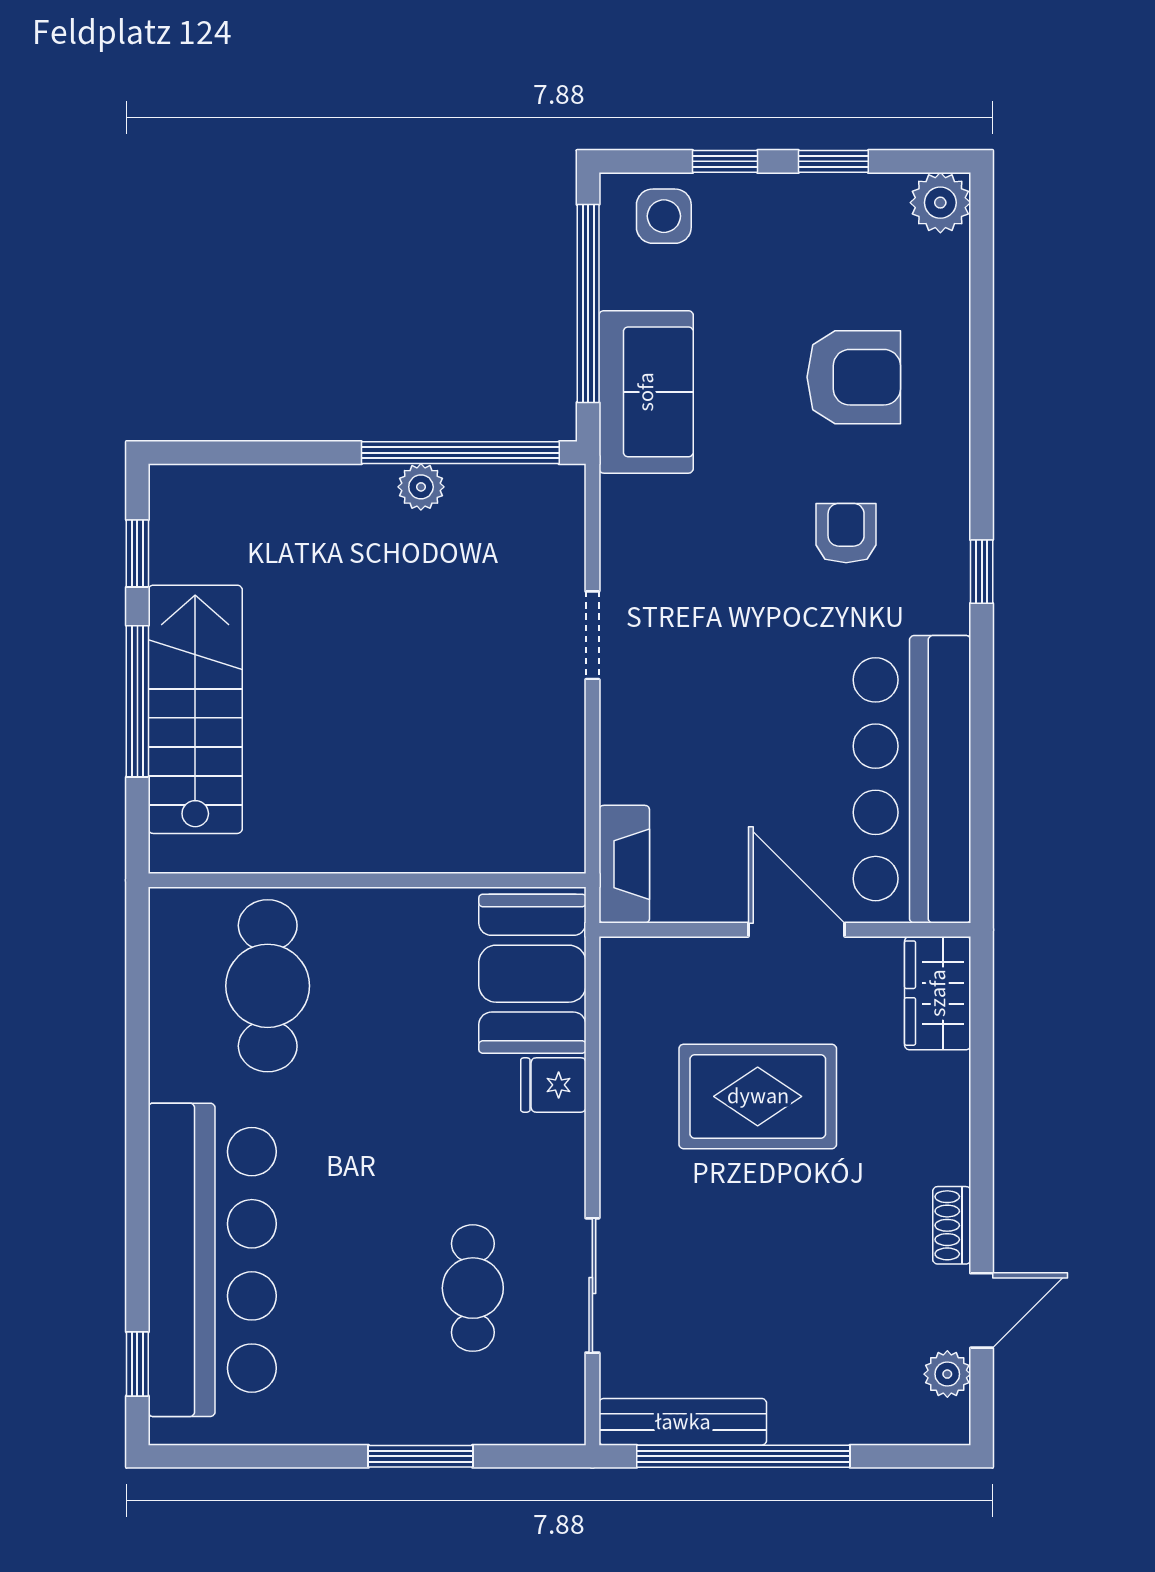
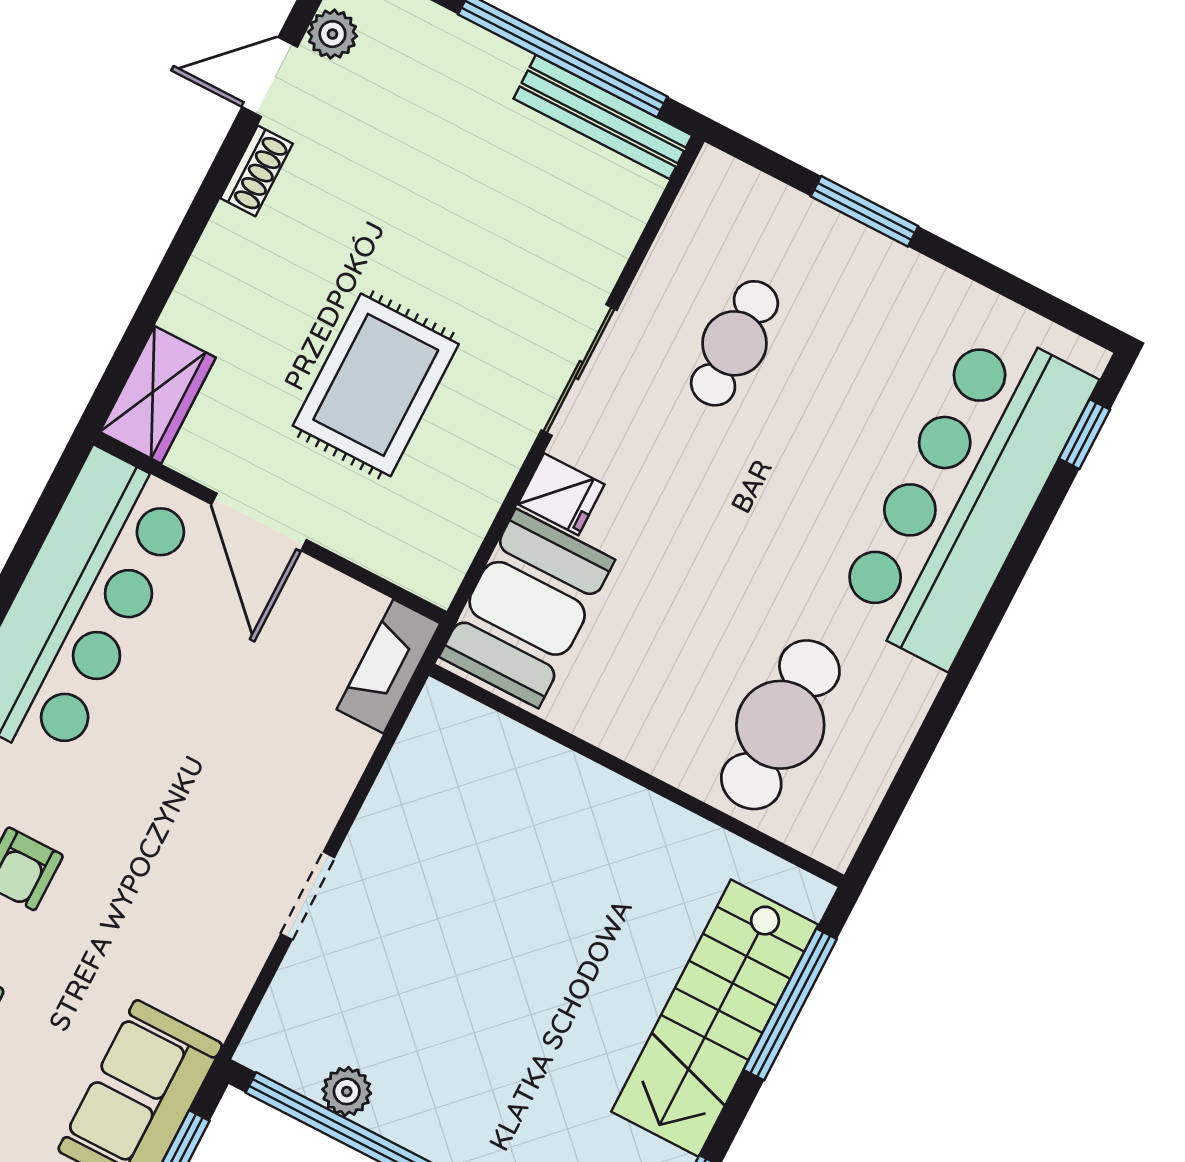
plant: (421, 487) -> (347, 1091), moved
window: (137, 701) -> (790, 1004), moved
rug: (758, 1096) -> (376, 385), turned 90
sliding door: (592, 1285) -> (579, 370), moved

